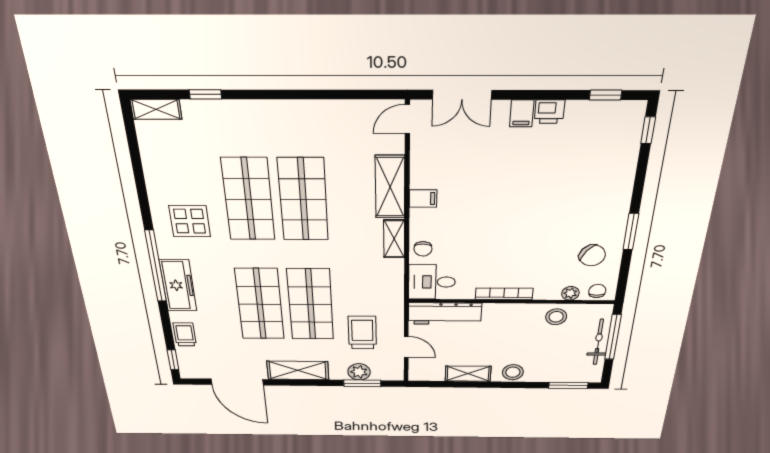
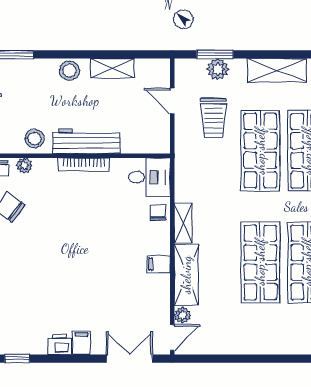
plant: (395, 144) -> (183, 315), added
workbench: (445, 314) -> (87, 141), moved

